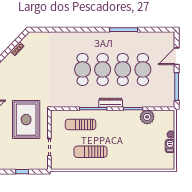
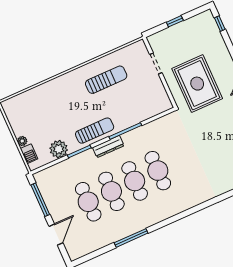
sun lounger: (81, 124) -> (95, 131), moved
barbecue: (170, 146) -> (29, 154), moved

